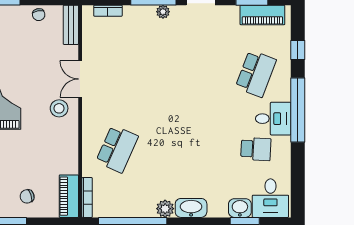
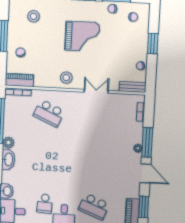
stool: (59, 108) -> (66, 78), moved

